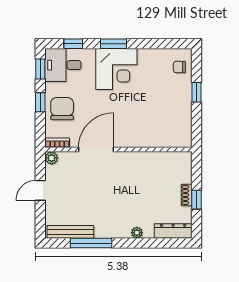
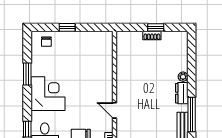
window: (114, 44) -> (27, 74), moved
door: (96, 150) -> (114, 110), width x0.53
dresser: (173, 231) -> (182, 93), moved, width x0.70

